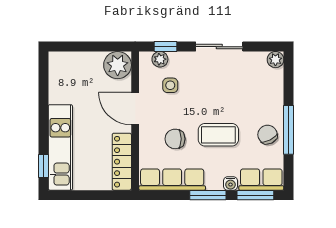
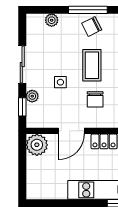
plant: (160, 59) -> (32, 96), moved
plant: (275, 60) -> (52, 20), moved
side table: (170, 85) -> (60, 82), moved

